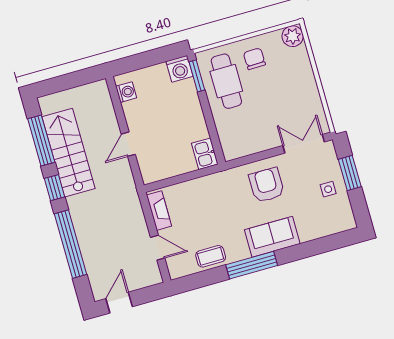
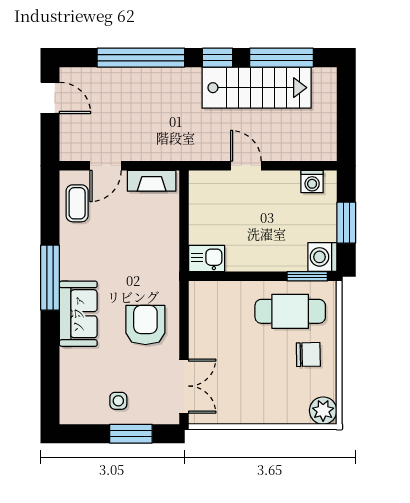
window: (149, 58) -> (346, 223), added
armchair: (267, 185) -> (145, 325), turned -90
coffee table: (211, 256) -> (77, 203), moved

